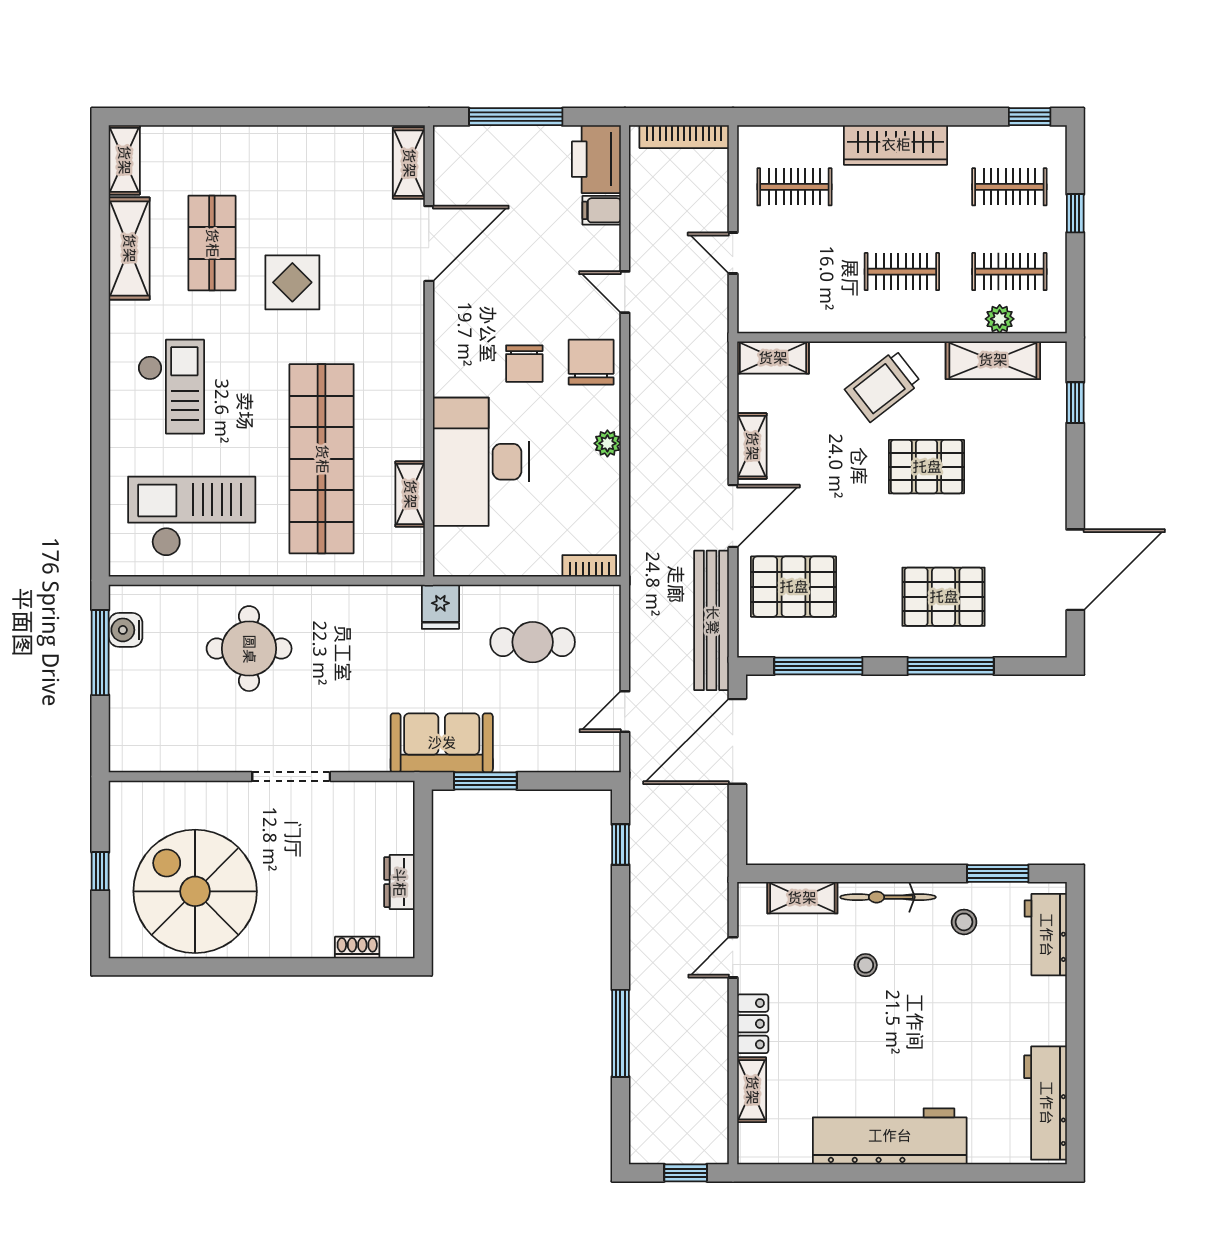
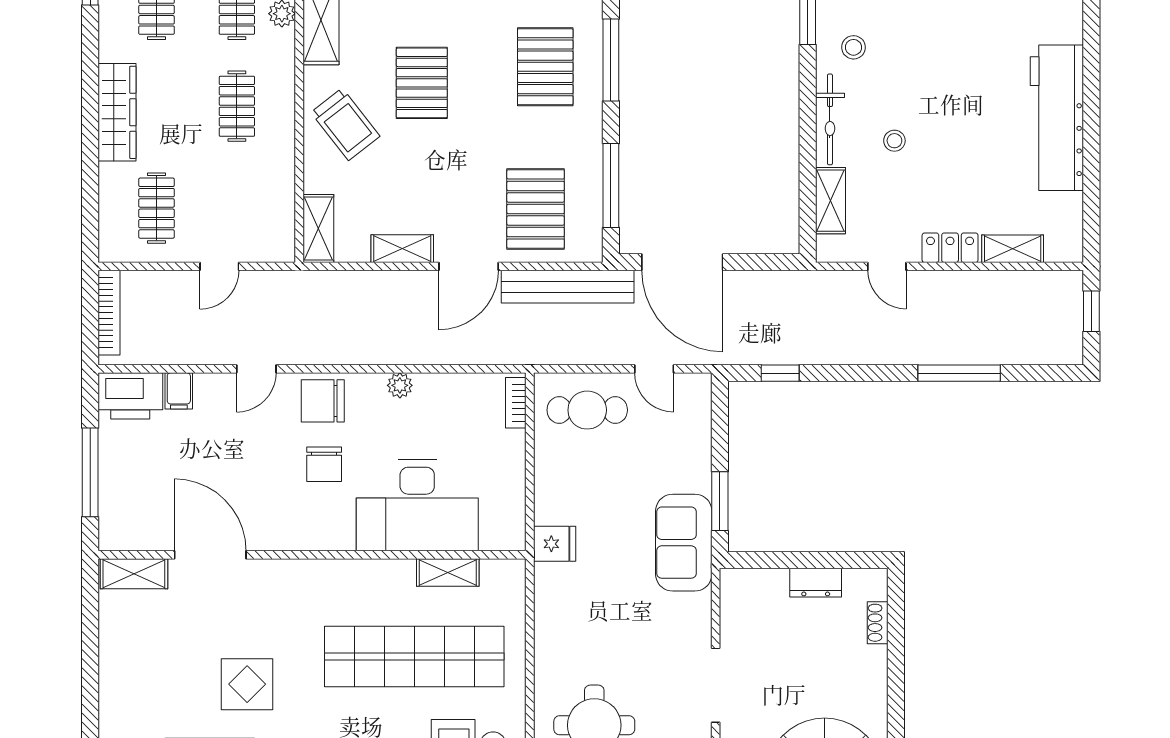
chair: (524, 364) -> (324, 464), turned 90
door: (733, 516) -> (469, 266), swing flipped
cafe table: (533, 642) -> (587, 410), moved, turned 90

